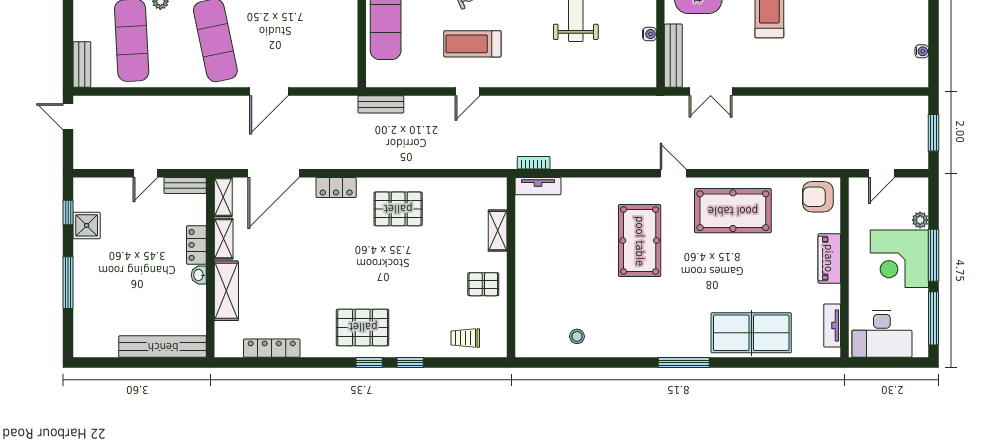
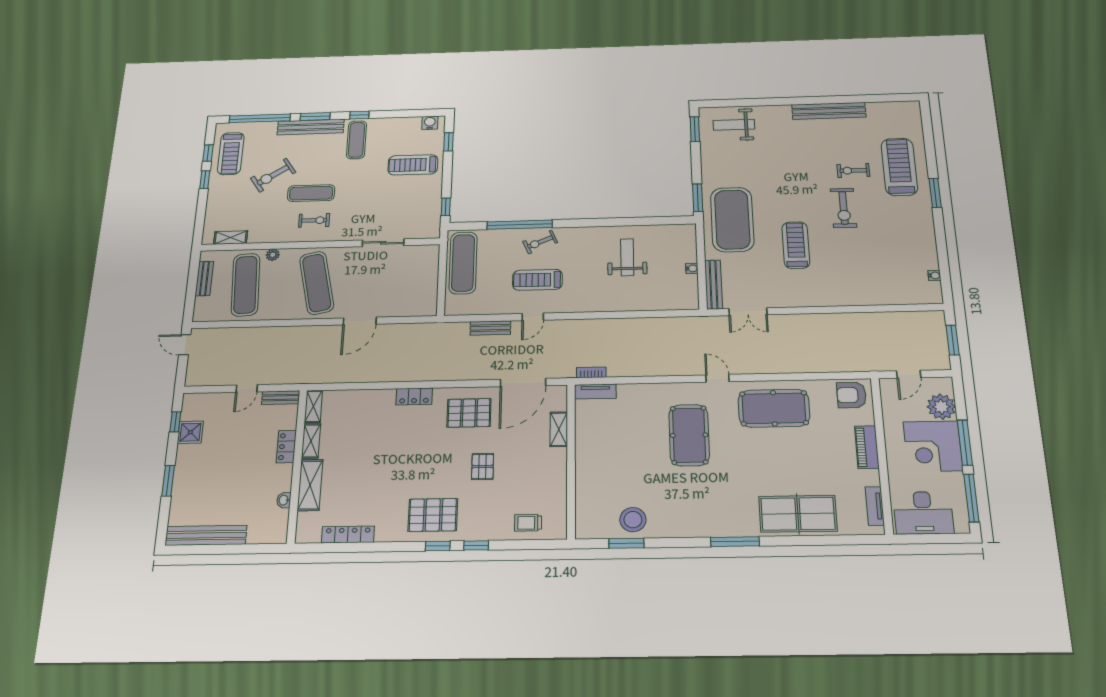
bench: (82, 64) -> (204, 279), moved
bench: (381, 104) -> (490, 328), moved
door: (274, 173) -> (523, 383), moved
plant: (920, 220) -> (941, 407), width x1.87, depth x1.87
washbasin: (199, 275) -> (284, 500), moved
window: (68, 283) -> (168, 481), width x0.69
pallet: (483, 284) -> (483, 466), moved, turned 90
stool: (577, 336) -> (633, 520), width x1.89, depth x1.89
bench: (163, 347) -> (206, 535), moved
window: (570, 363) -> (626, 543), added

